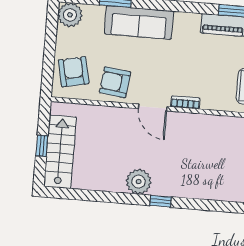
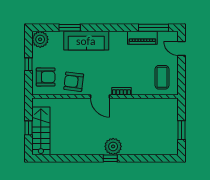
window: (50, 51) -> (29, 64), added
armchair: (74, 72) -> (46, 77), turned 102
plant: (139, 182) -> (113, 146), moved

